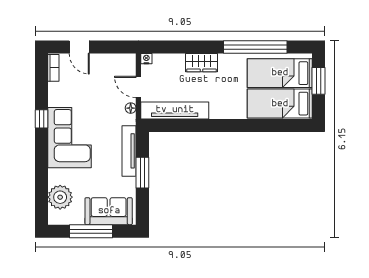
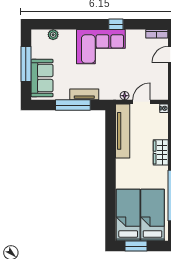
window: (318, 81) -> (136, 246), moved
tv unit: (129, 151) -> (84, 94), width x0.71
window: (142, 173) -> (73, 105), width x1.44
plant: (60, 197) -> (53, 35), width x0.53, depth x0.53

